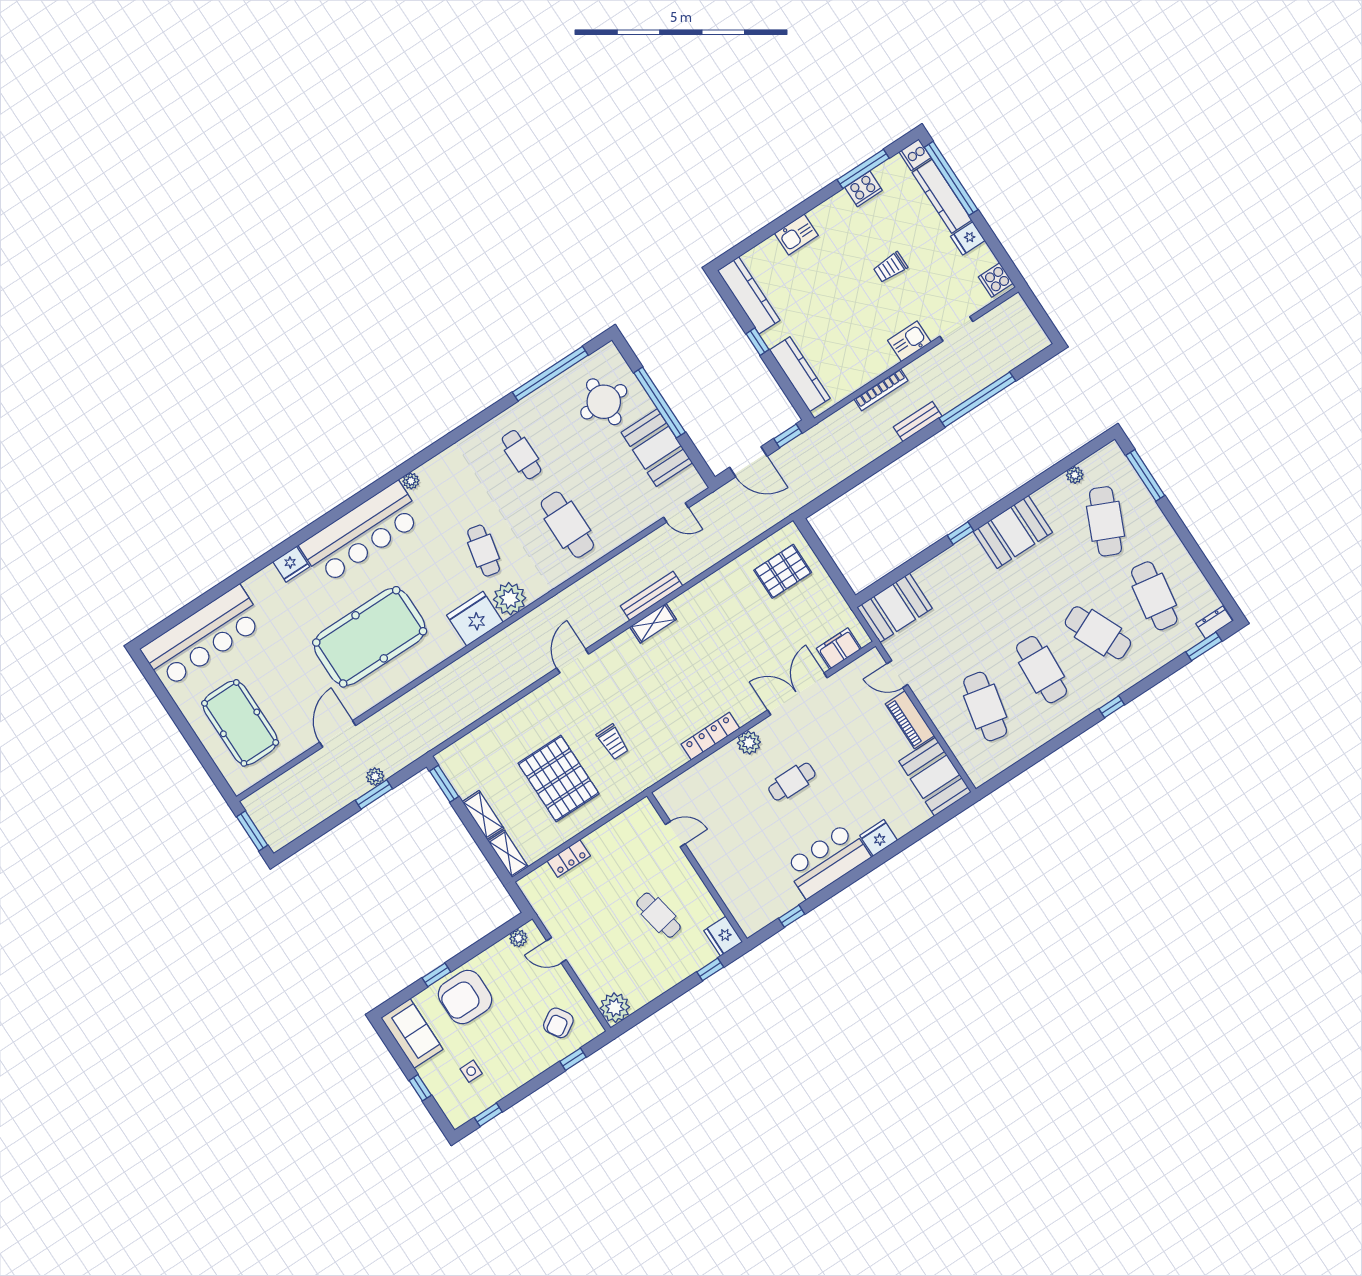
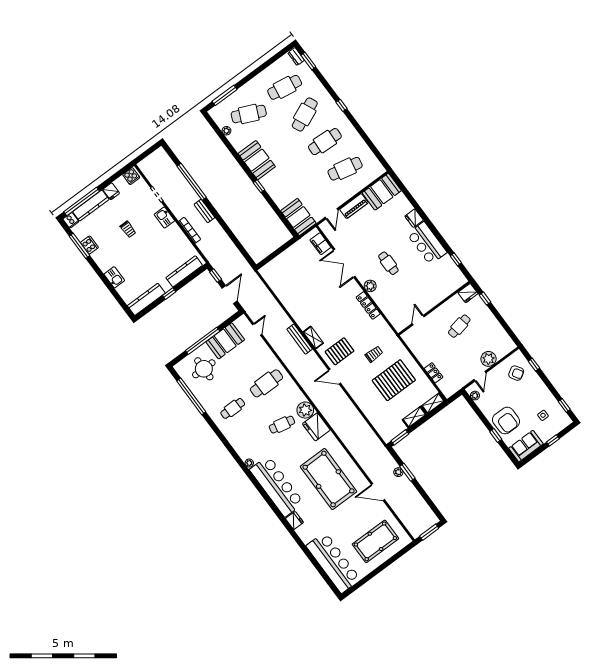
pallet: (783, 571) -> (340, 351), moved, turned 90
plant: (615, 1008) -> (488, 359), moved

